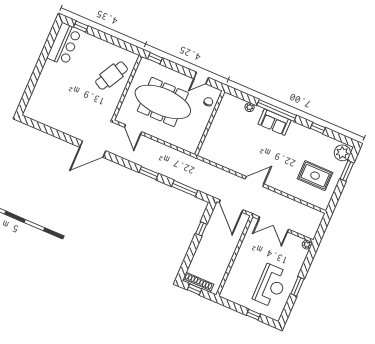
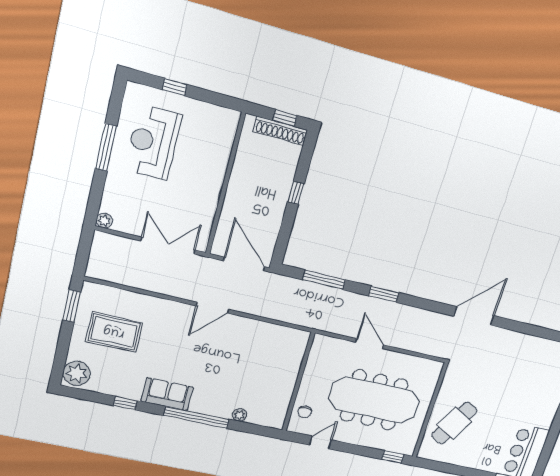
sofa: (274, 122) -> (167, 394), moved
door: (133, 130) -> (370, 344), moved
window: (347, 171) -> (72, 306), moved
window: (201, 229) -> (296, 193), moved
window: (297, 286) -> (106, 147), width x1.44

